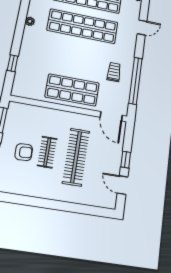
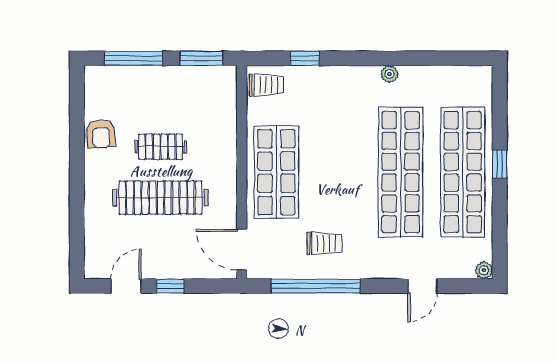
door: (142, 27) -> (422, 286), hinge flipped
trolley: (23, 86) -> (267, 85), added
door: (111, 116) -> (242, 250), hinge flipped
armchair: (24, 152) -> (101, 134), moved

